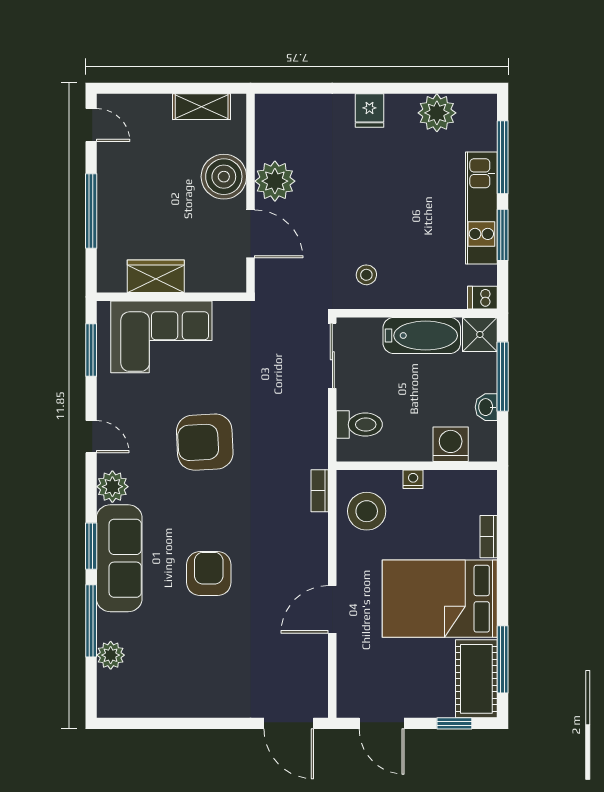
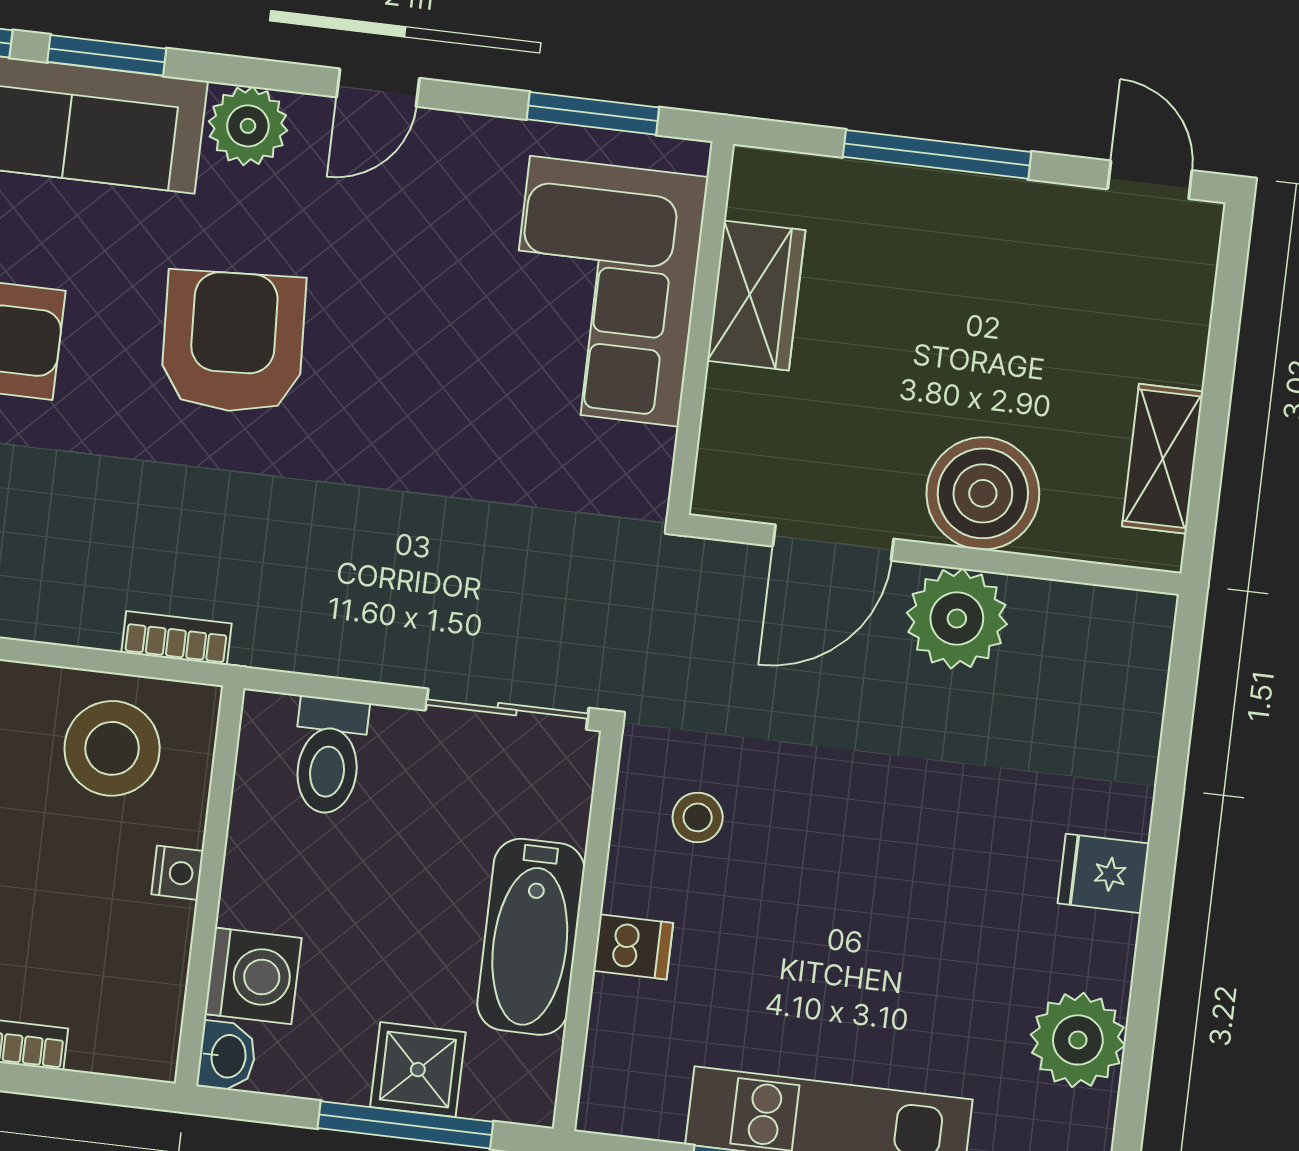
door: (91, 125) -> (1150, 180), swing flipped
dishwasher: (482, 298) -> (633, 947), moved, turned 90
shower: (480, 334) -> (418, 1070), moved
washbasin: (486, 407) -> (227, 1056), moved, turned 90
armchair: (205, 442) -> (233, 342), moved

